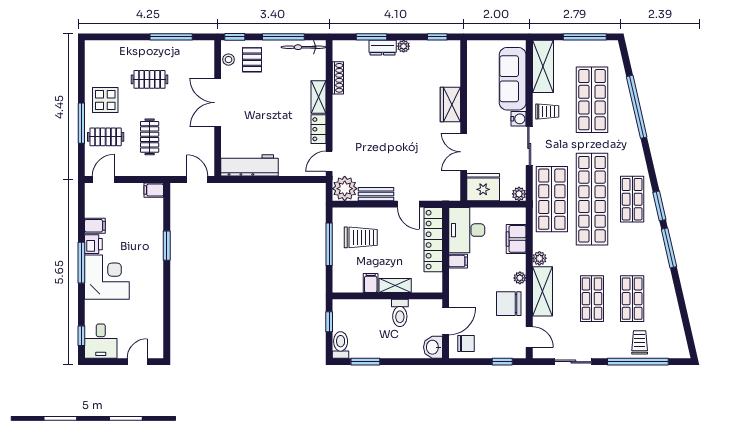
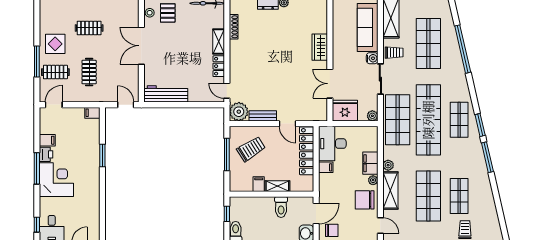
door: (329, 161) -> (227, 91), hinge flipped
trolley: (361, 237) -> (251, 149), turned -32
filing cabinet: (516, 239) -> (370, 163), moved
shop shelf: (592, 299) -> (428, 196), width x1.43, depth x1.36

